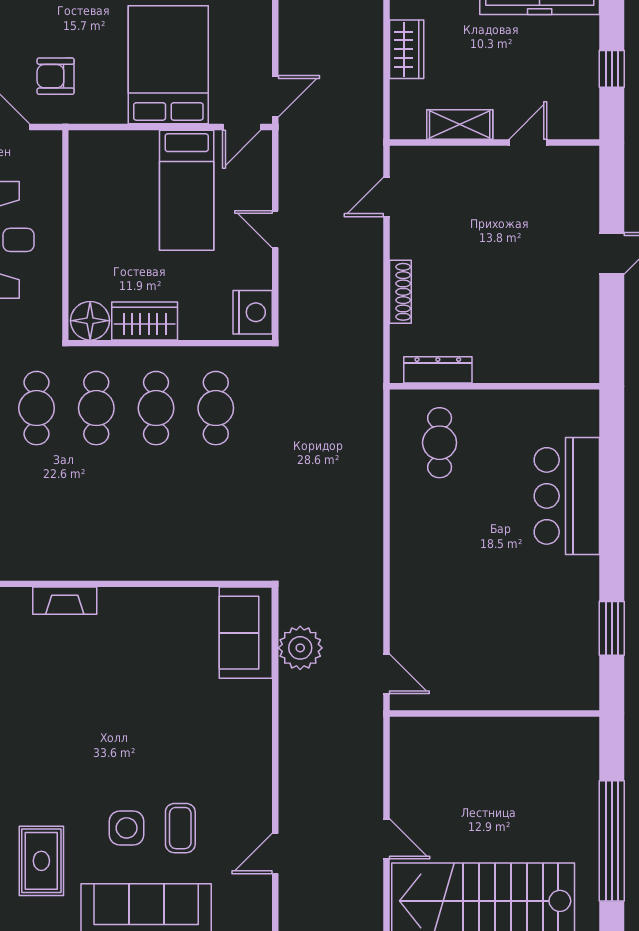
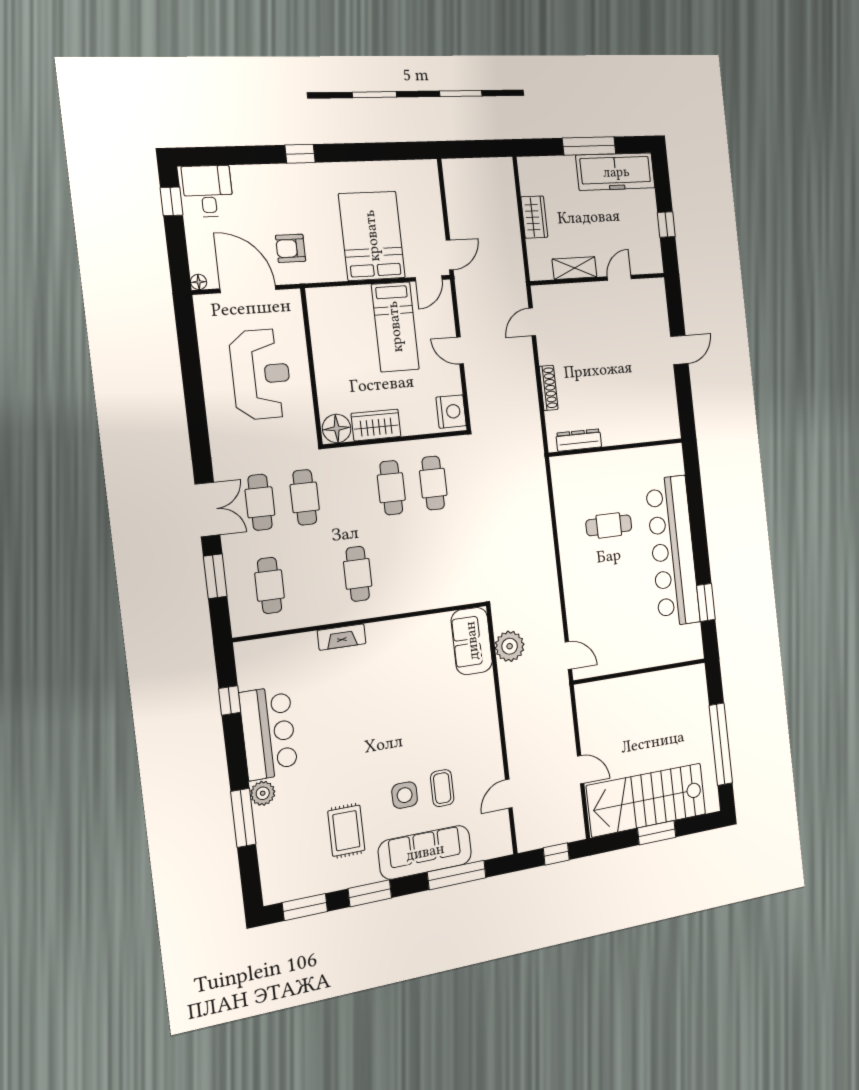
cafe table: (96, 408) -> (358, 574), moved
cafe table: (440, 443) -> (609, 525), moved, turned 90
bar counter: (567, 496) -> (673, 551), width x1.86

